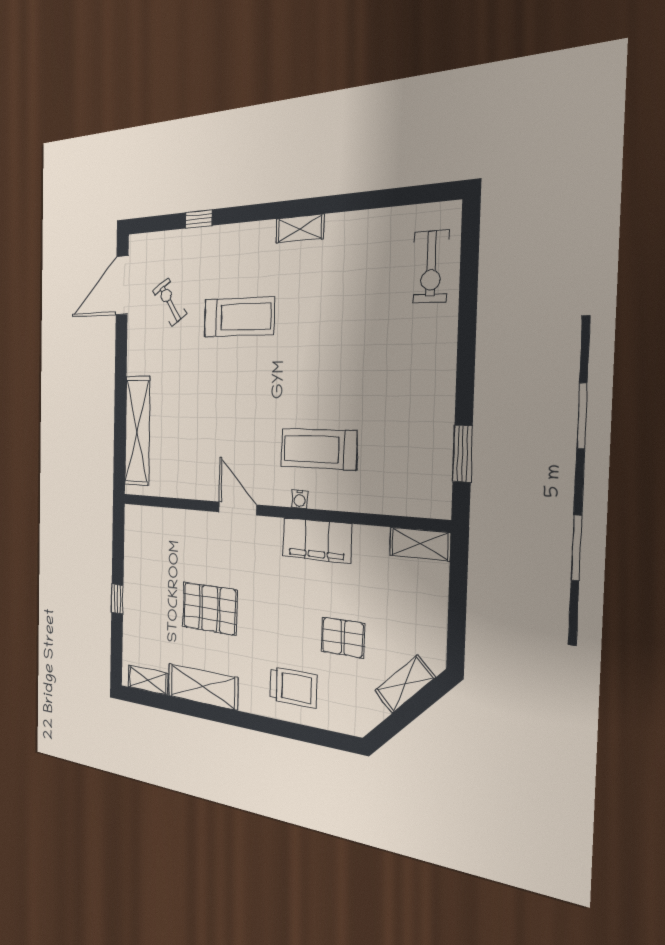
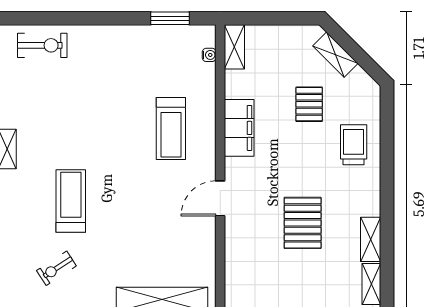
water cooler: (300, 499) -> (209, 55), moved
shelving: (203, 687) -> (371, 239), width x0.67, depth x0.75

